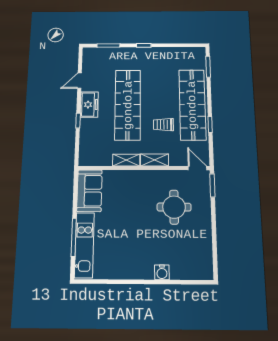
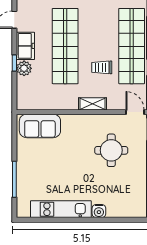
plant: (87, 126) -> (24, 68), added
shelving: (126, 160) -> (64, 104), removed
sofa: (89, 191) -> (40, 126), moved, turned 90
kitchen unit: (84, 245) -> (61, 209), moved, turned -90

